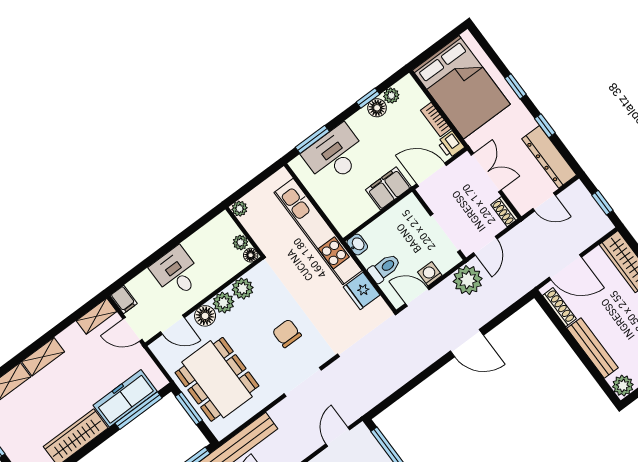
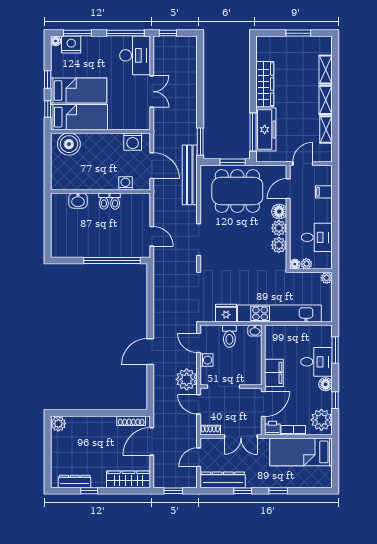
bed: (461, 87) -> (301, 452), width x0.67
plant: (391, 96) -> (321, 420), width x1.88, depth x1.88
floor lamp: (377, 108) -> (326, 384), moved
desk: (335, 155) -> (317, 362), width x0.73
desk: (176, 273) -> (317, 237), moved
door: (417, 297) -> (199, 343), swing flipped
filing cabinet: (124, 300) -> (324, 192), moved
shelving: (96, 316) -> (326, 129), moved
chair: (287, 333) -> (234, 251), removed
bench: (593, 348) -> (93, 422), removed

